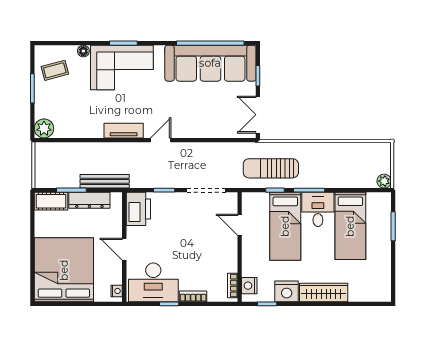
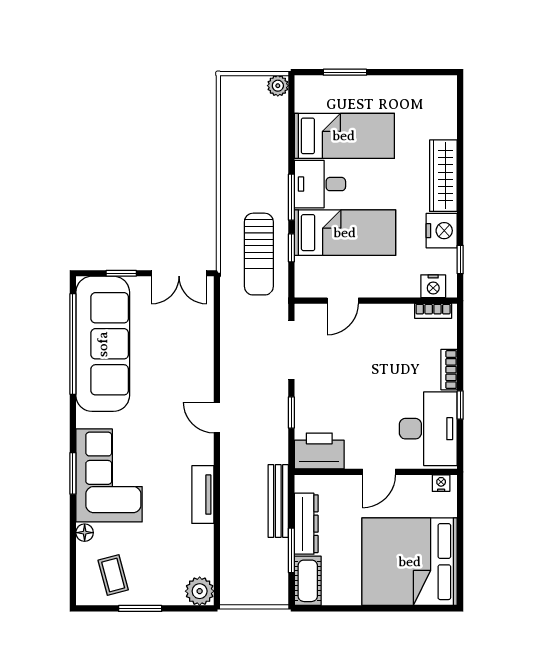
tv unit: (124, 131) -> (203, 495), moved

